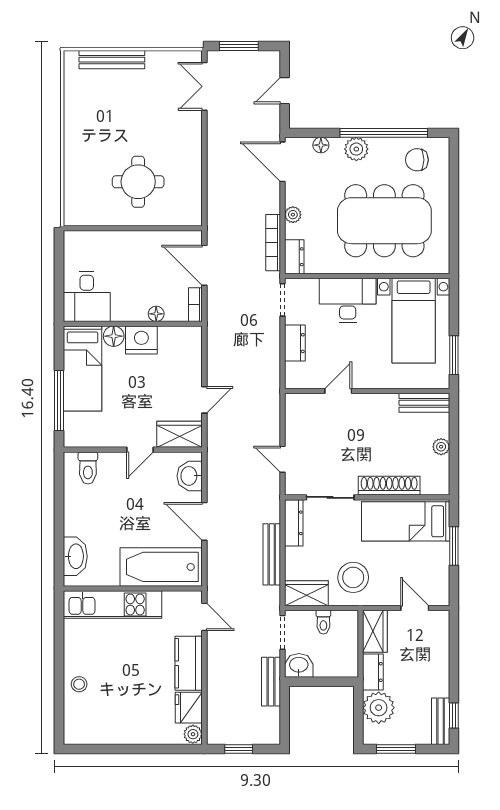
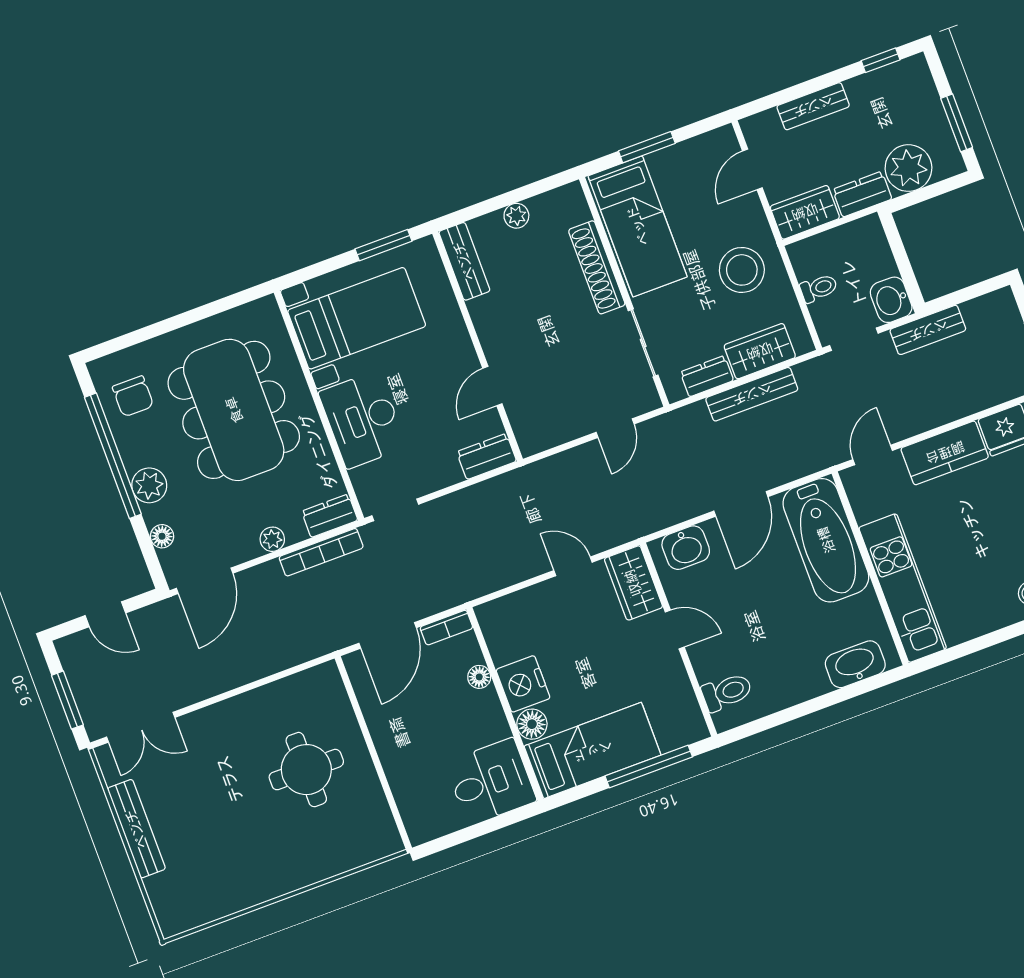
bench: (112, 60) -> (136, 829), moved
dresser: (295, 343) -> (487, 456), moved
door: (338, 391) -> (492, 386), hinge flipped
dresser: (294, 523) -> (707, 376), width x0.70
wardrobe: (306, 593) -> (760, 351), moved, turned 90
bench: (441, 721) -> (813, 106), moved

